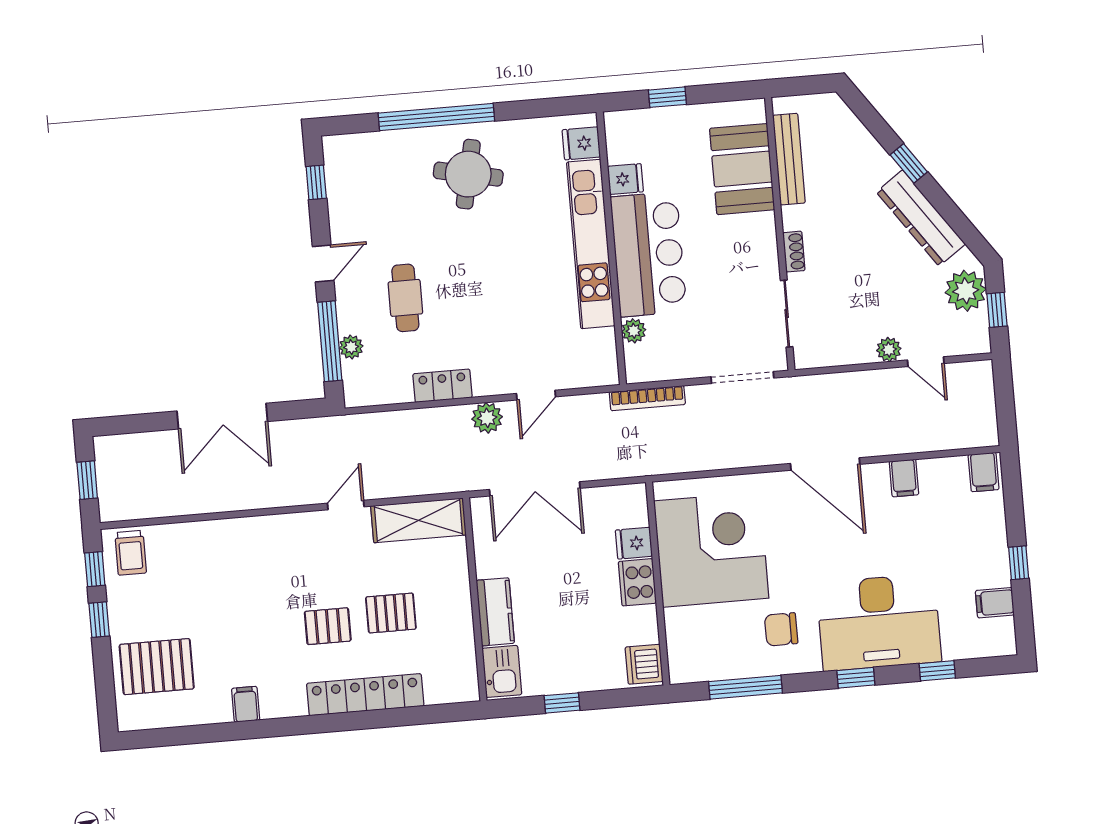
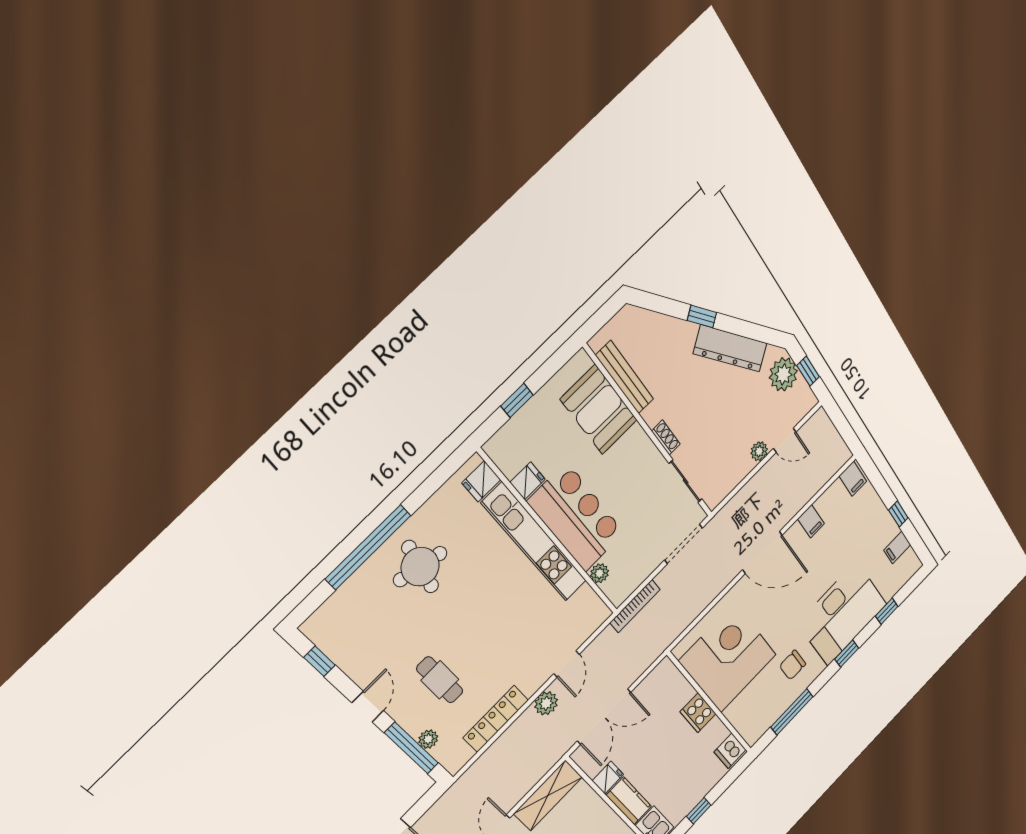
locker: (442, 386) -> (496, 719), width x1.53
fridge: (634, 543) -> (608, 778), moved, turned 180

